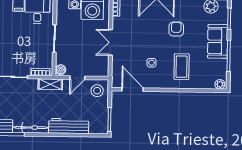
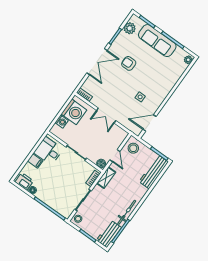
sofa: (218, 41) -> (157, 41), width x1.36
coffee table: (182, 67) -> (157, 78), removed
workbench: (69, 126) -> (154, 172), moved

